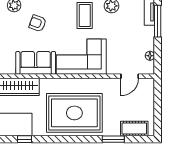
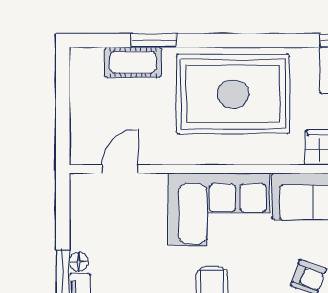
floor lamp: (150, 56) -> (79, 262), moved
cot: (134, 128) -> (133, 62), moved

